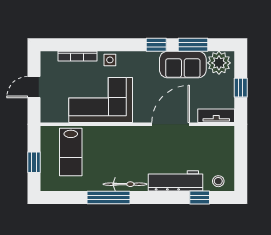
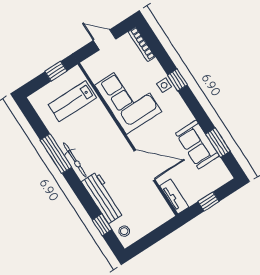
window: (156, 45) -> (177, 80), moved
bookcase: (77, 56) -> (142, 44), moved
plant: (219, 63) -> (217, 172), removed
window: (34, 162) -> (56, 71), moved

